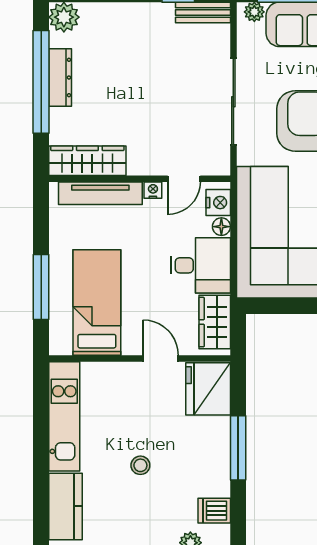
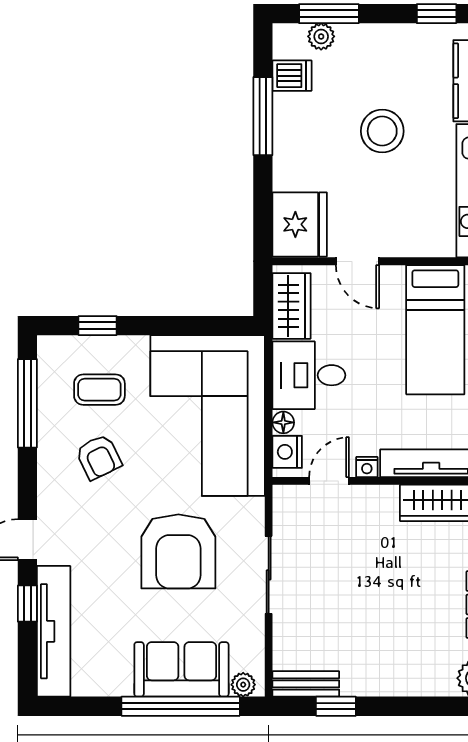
sliding door: (233, 102) -> (269, 575), width x0.73
window: (238, 448) -> (263, 116), moved
stool: (140, 465) -> (382, 131), width x1.89, depth x1.89

